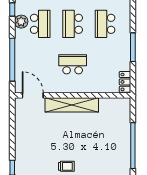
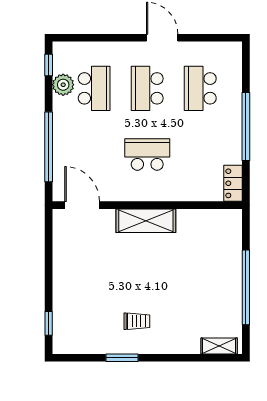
window: (133, 47) -> (246, 127), width x1.46
shelving: (72, 105) -> (146, 221), width x0.68

